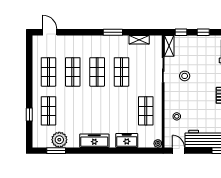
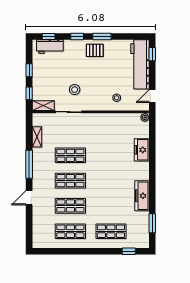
door: (50, 32) -> (29, 198), moved
window: (113, 32) -> (29, 164), width x1.44
shop shelf: (146, 111) -> (111, 130), removed
window: (29, 115) -> (129, 251), moved
plant: (59, 140) -> (141, 220), removed
freezer: (94, 141) -> (142, 196), moved

